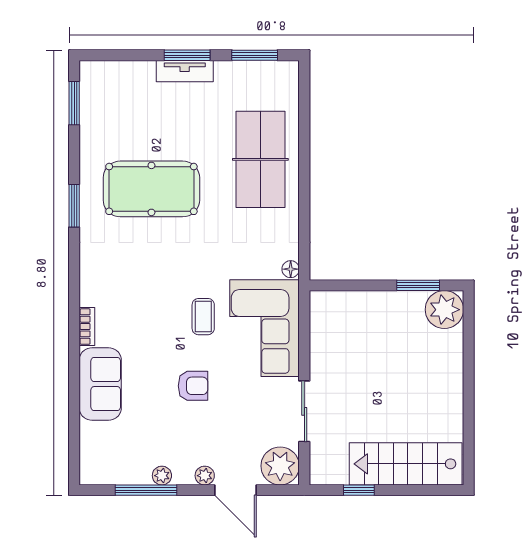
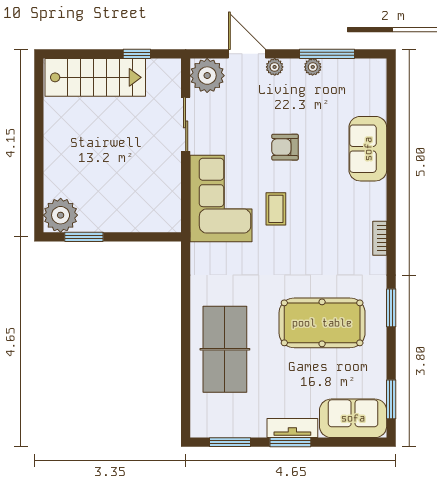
sofa: (117, 82) -> (353, 418), added
floor lamp: (291, 269) -> (198, 251), removed
bookcase: (87, 327) -> (380, 238), moved

